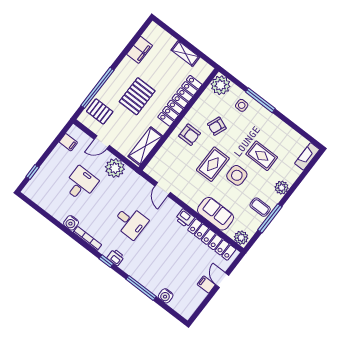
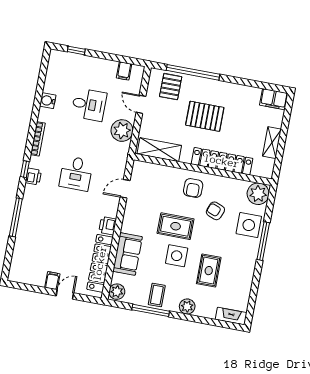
filing cabinet: (140, 50) -> (274, 99), moved
side table: (242, 105) -> (249, 225), width x1.87, depth x1.87
water cooler: (71, 223) -> (48, 101), moved
water cooler: (166, 296) -> (20, 246), removed

